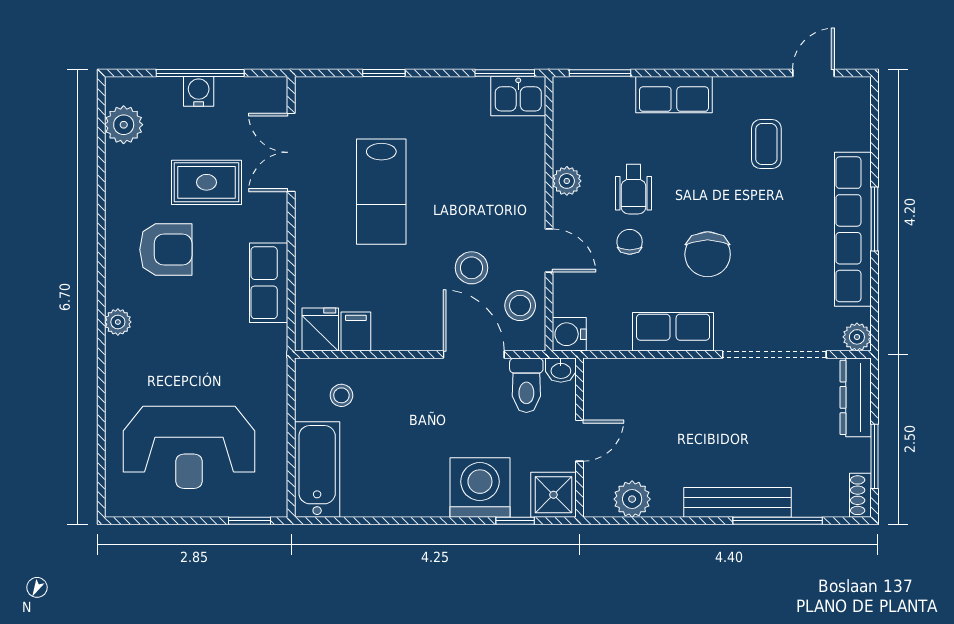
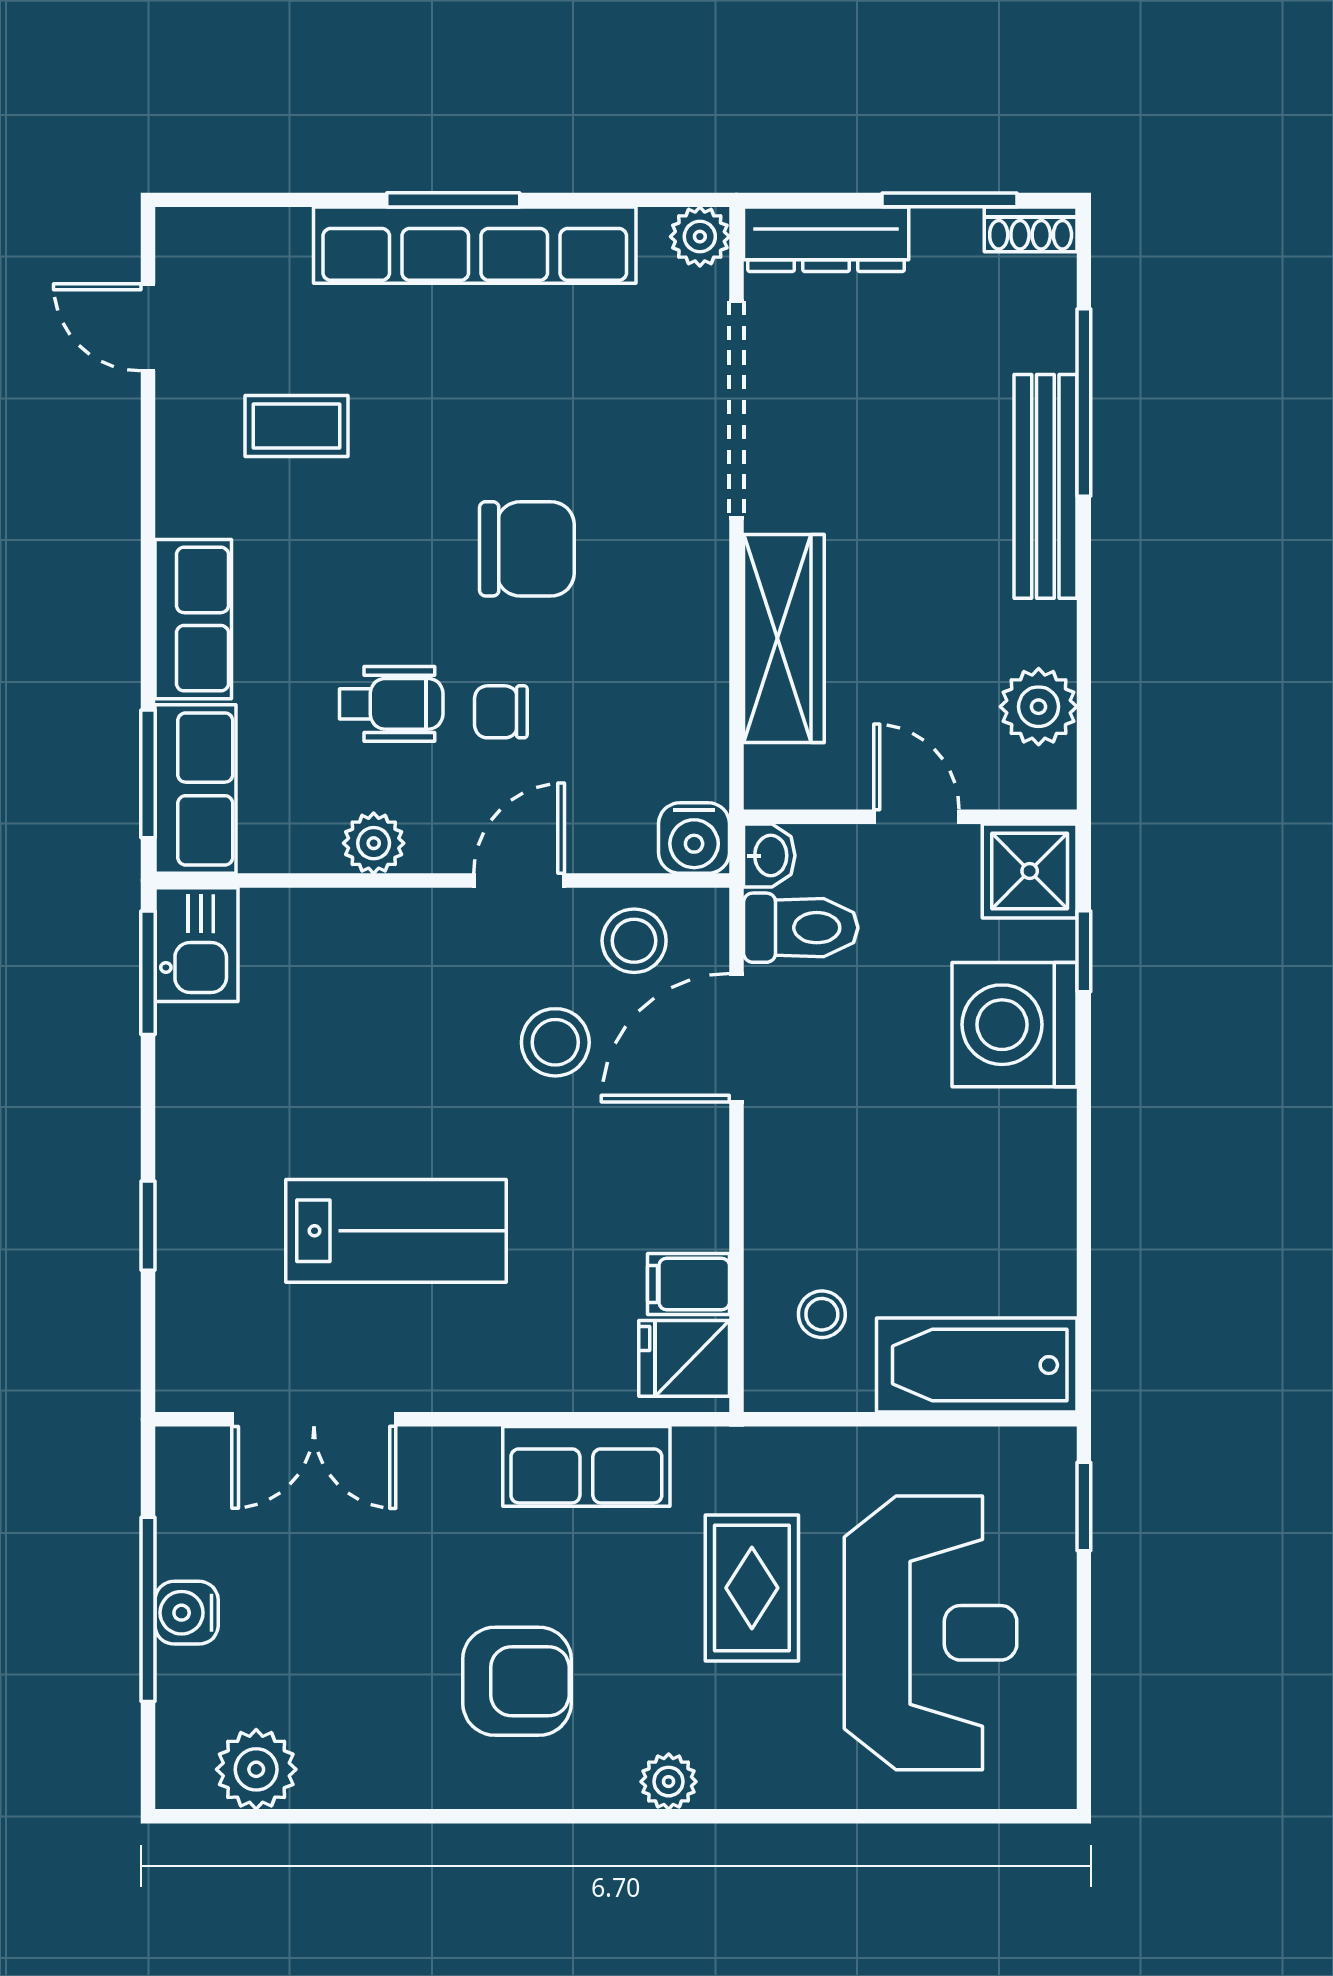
rug: (207, 182) -> (752, 1588), moved
armchair: (166, 250) -> (517, 1681), turned 90
row of seats: (673, 332) -> (196, 789), moved, turned 180
wardrobe: (665, 377) -> (784, 639), added

